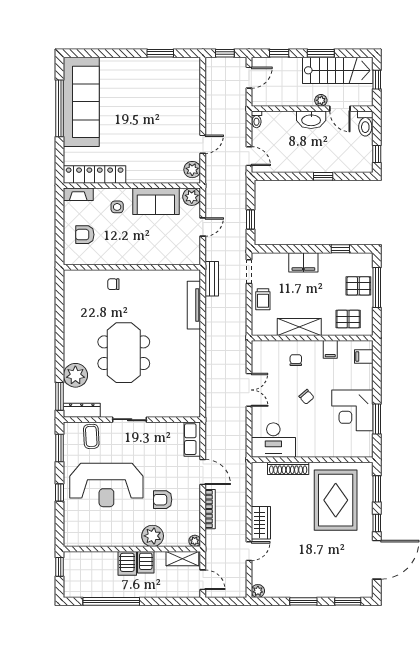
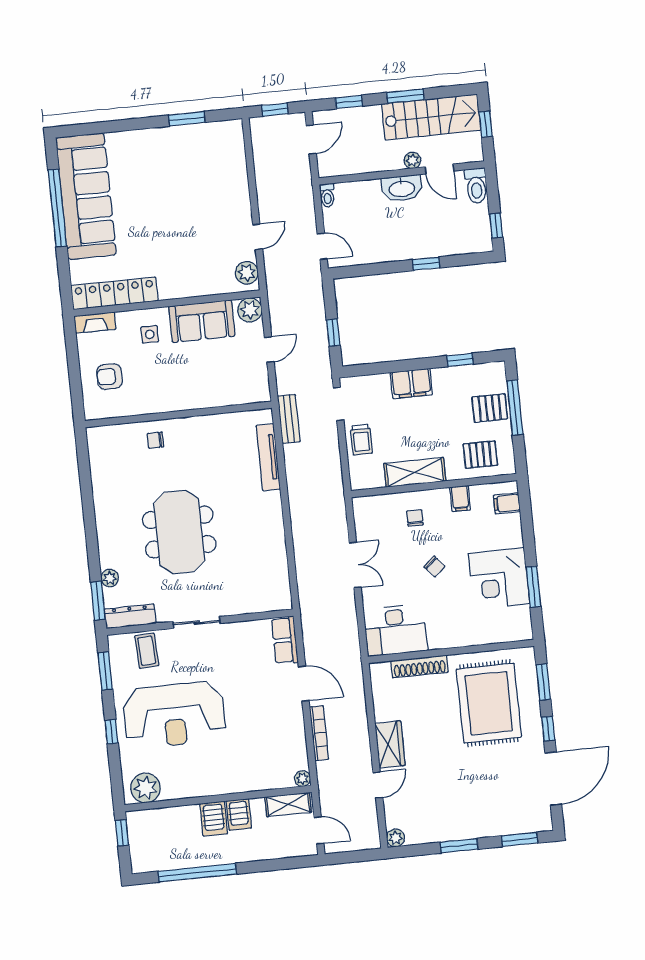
plant: (75, 375) -> (110, 578), width x0.53, depth x0.53
armchair: (163, 500) -> (253, 727), removed
plant: (153, 536) -> (146, 788), moved

